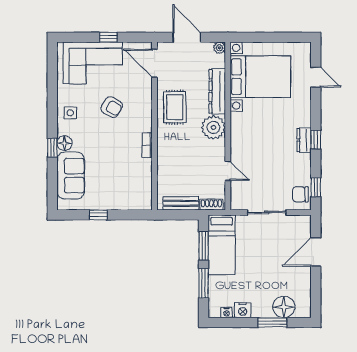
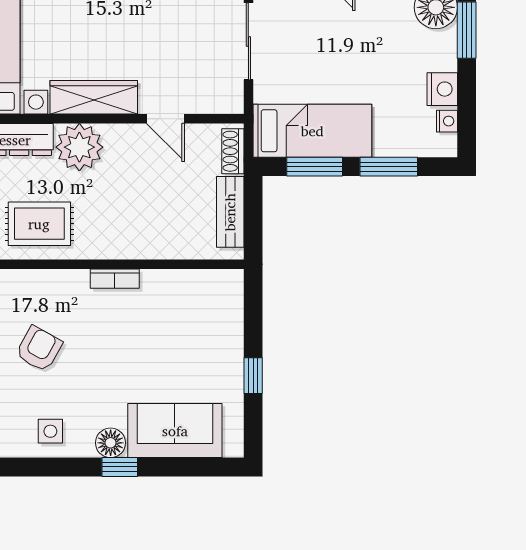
wardrobe: (239, 135) -> (94, 97), added
door: (228, 171) -> (165, 119), swing flipped

